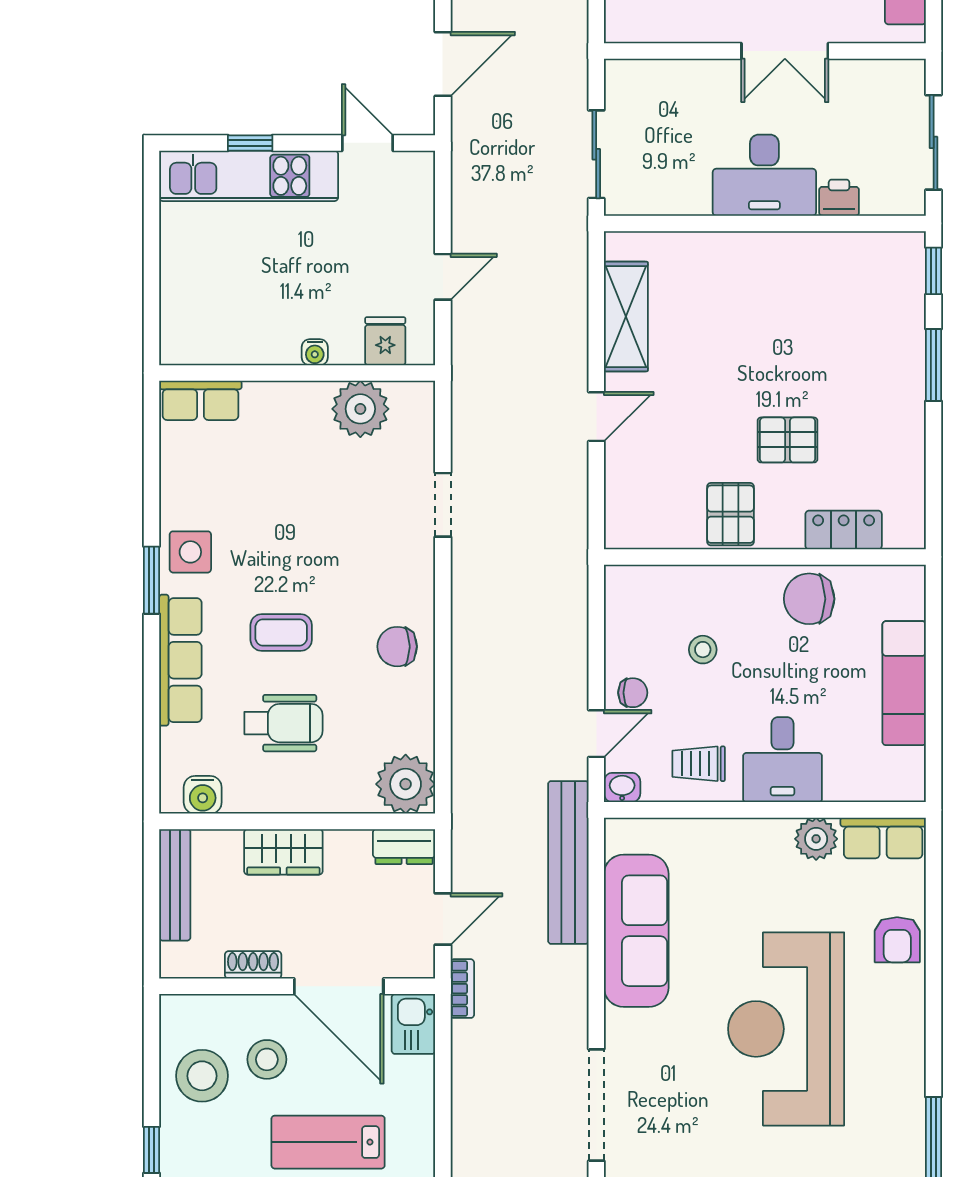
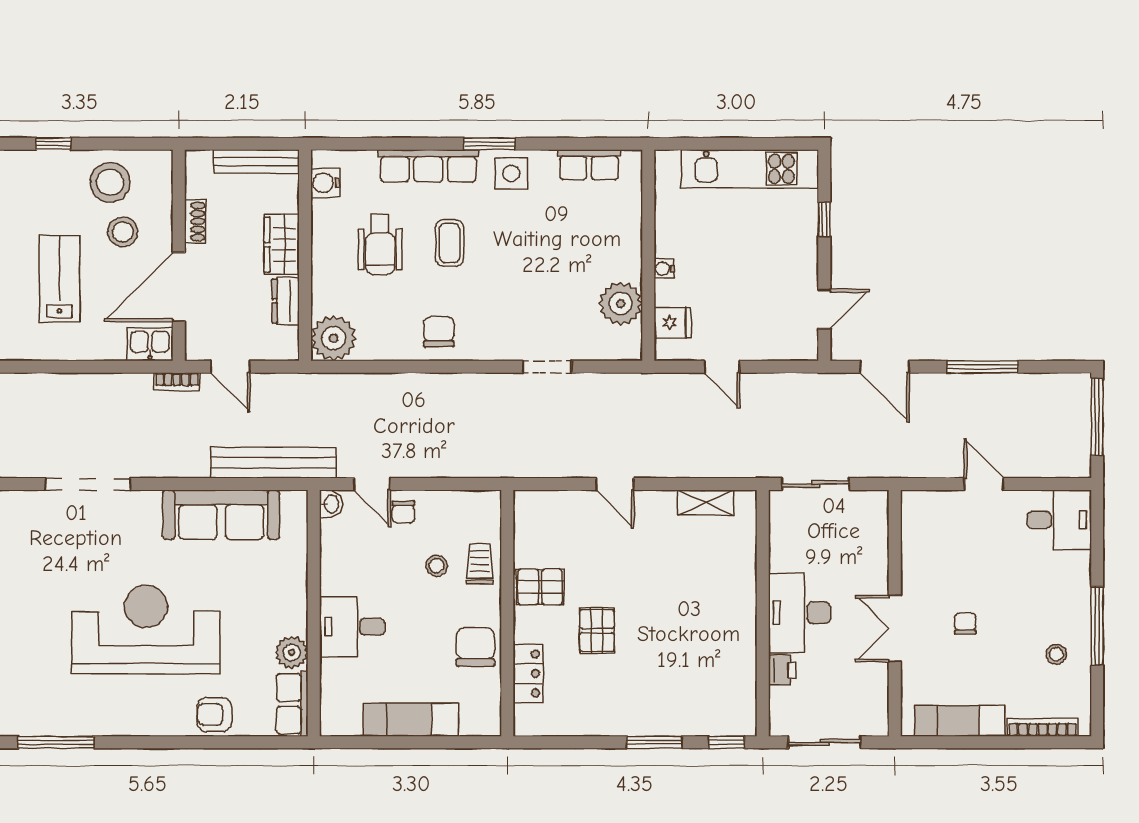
kitchen unit: (249, 176) -> (750, 169), moved, turned -90
shelving: (626, 317) -> (705, 503), width x0.67, depth x0.75
row of seats: (200, 400) -> (589, 165), moved, turned -90
trolley: (699, 764) -> (480, 564), moved
dresser: (404, 847) -> (286, 301), moved

